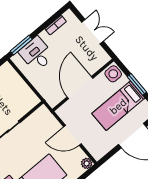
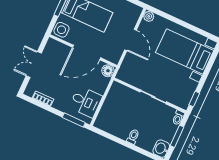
desk: (36, 54) -> (86, 102), moved, turned -90
floor lamp: (53, 100) -> (108, 71), added

